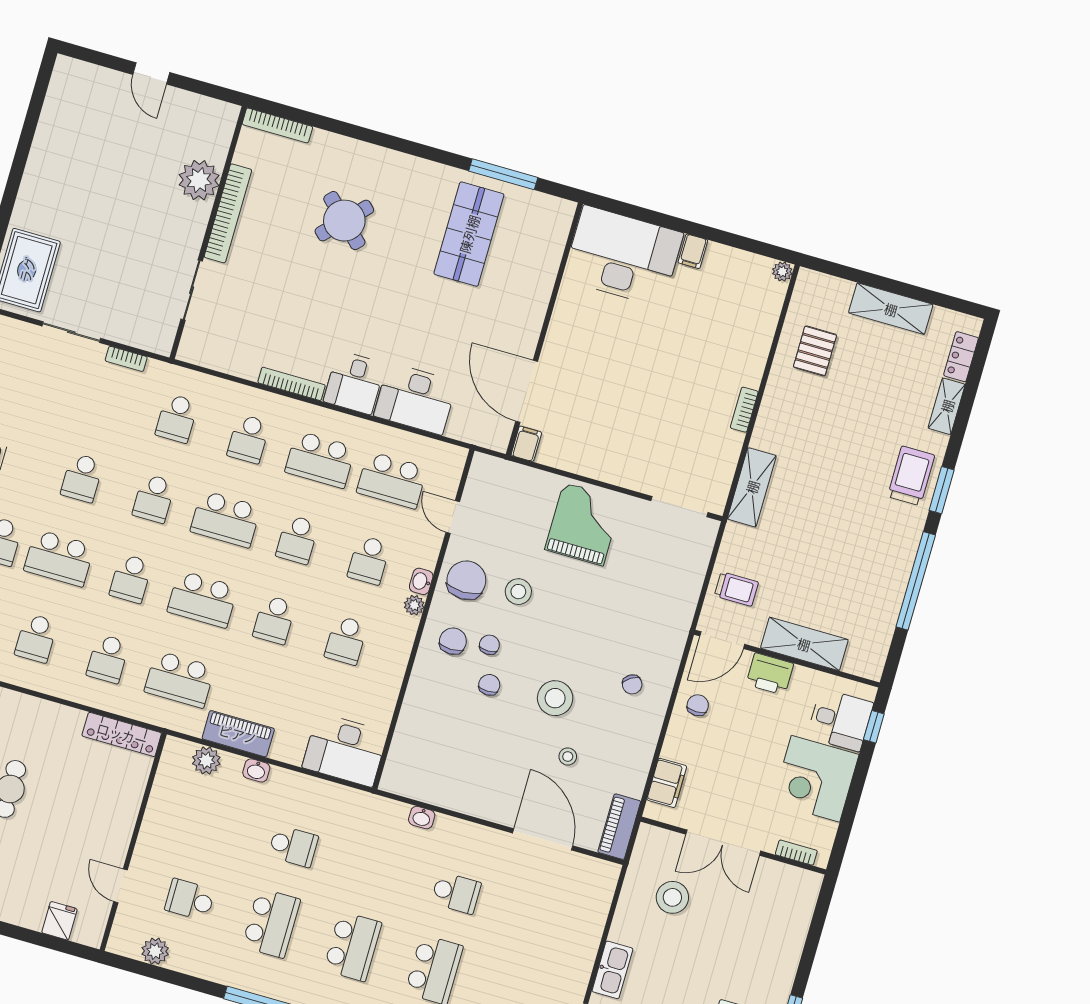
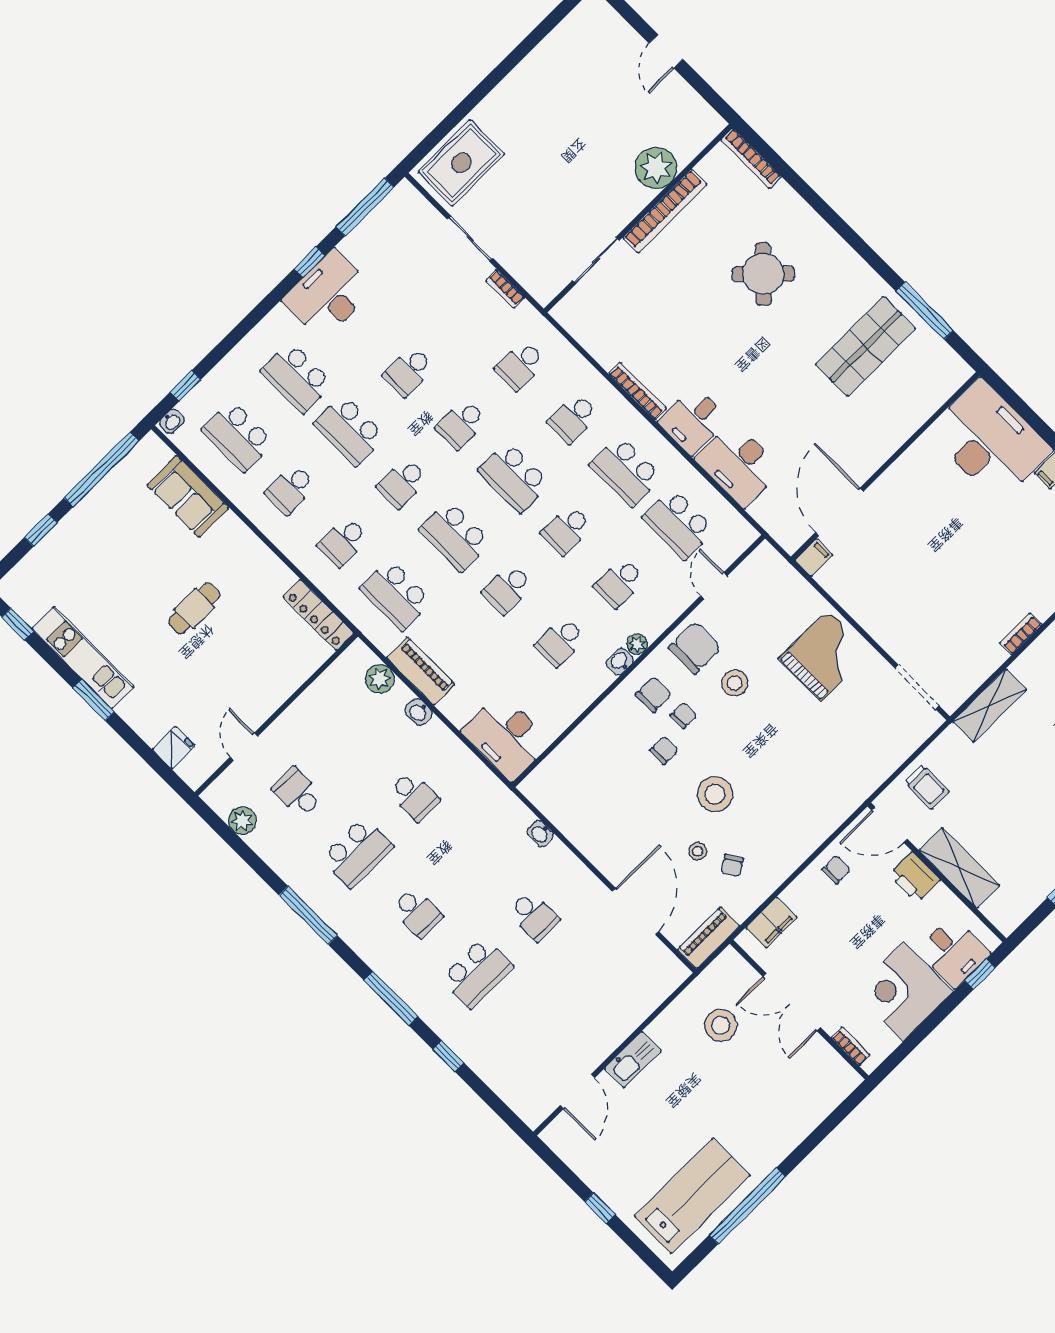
washbasin: (421, 581) -> (620, 662), moved
chair: (632, 684) -> (732, 866), moved
school desk: (353, 946) -> (417, 913), width x0.54

